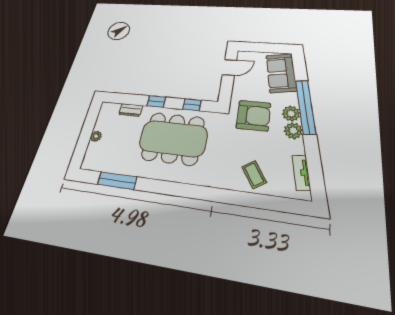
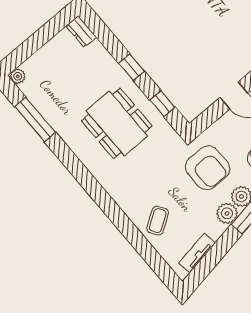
dresser: (131, 110) -> (81, 32), moved
plant: (96, 136) -> (18, 76), moved
dining table: (173, 138) -> (117, 123), width x0.73, depth x0.80

